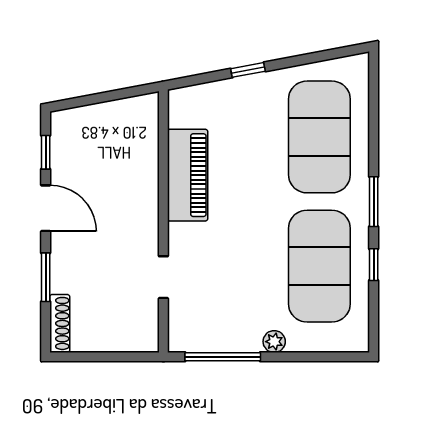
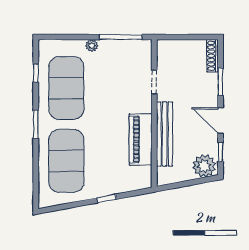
plant: (75, 128) -> (204, 166), added
bench: (145, 184) -> (165, 134), added
window: (374, 265) -> (36, 73), moved

